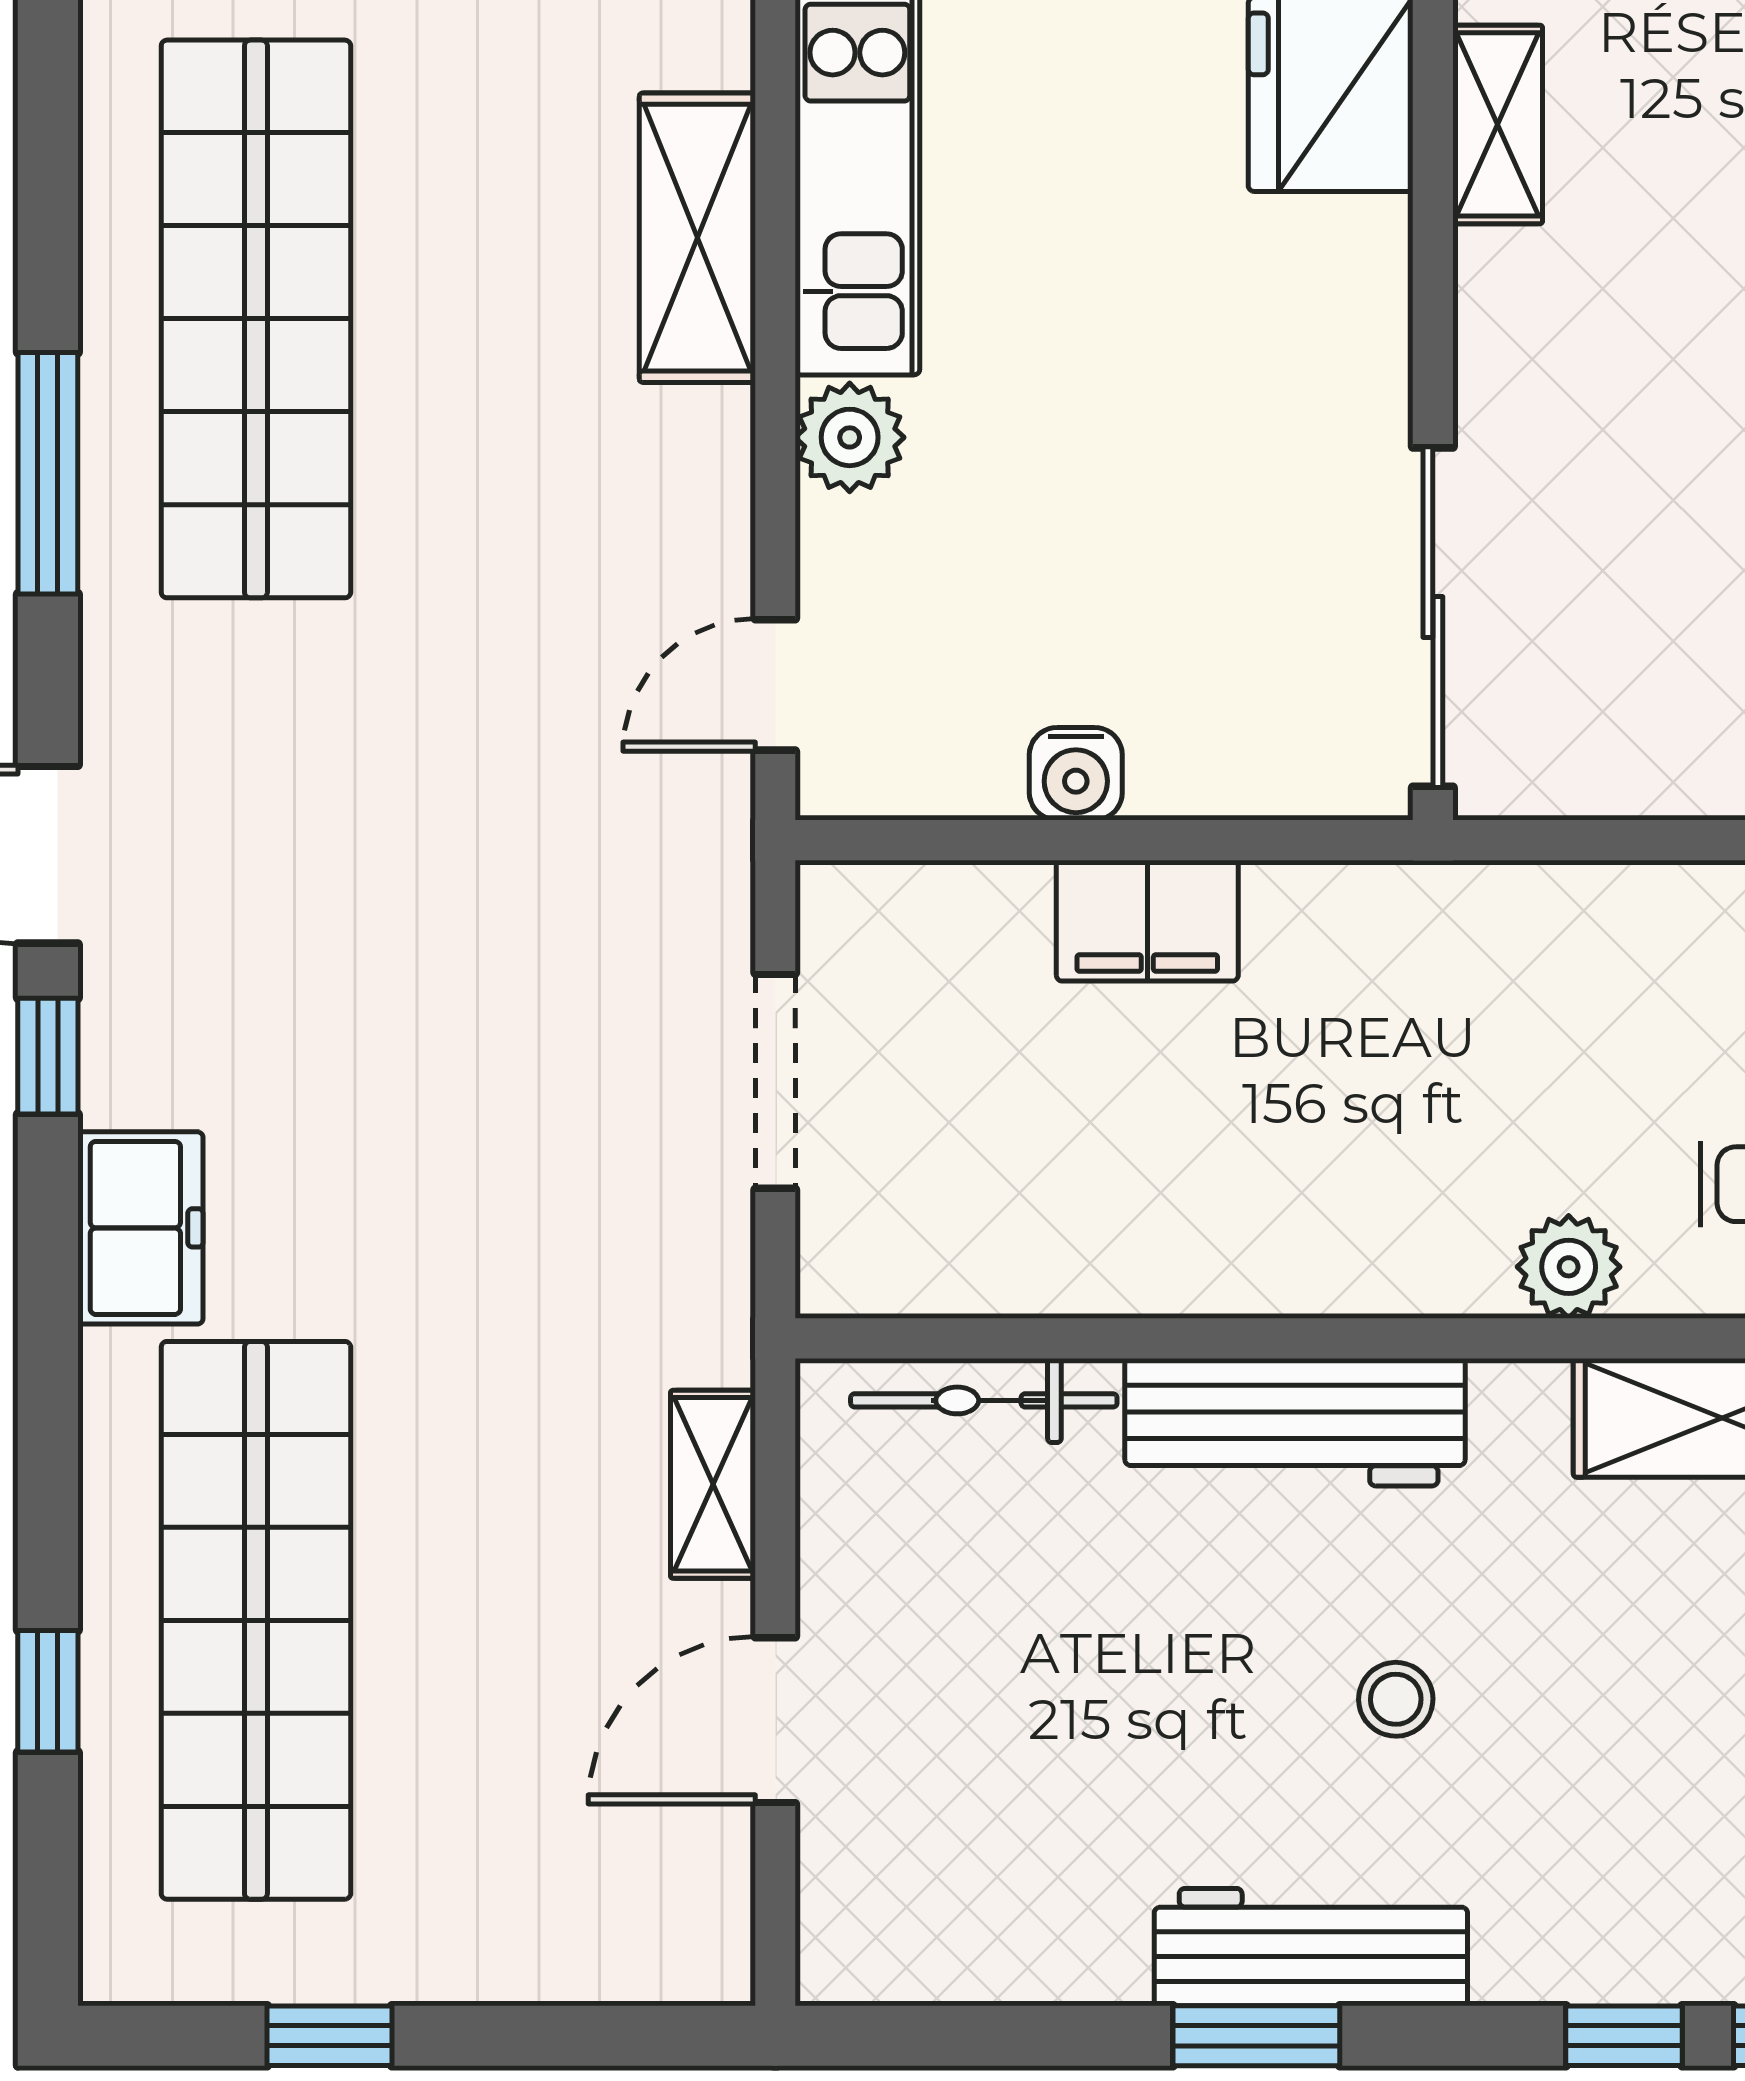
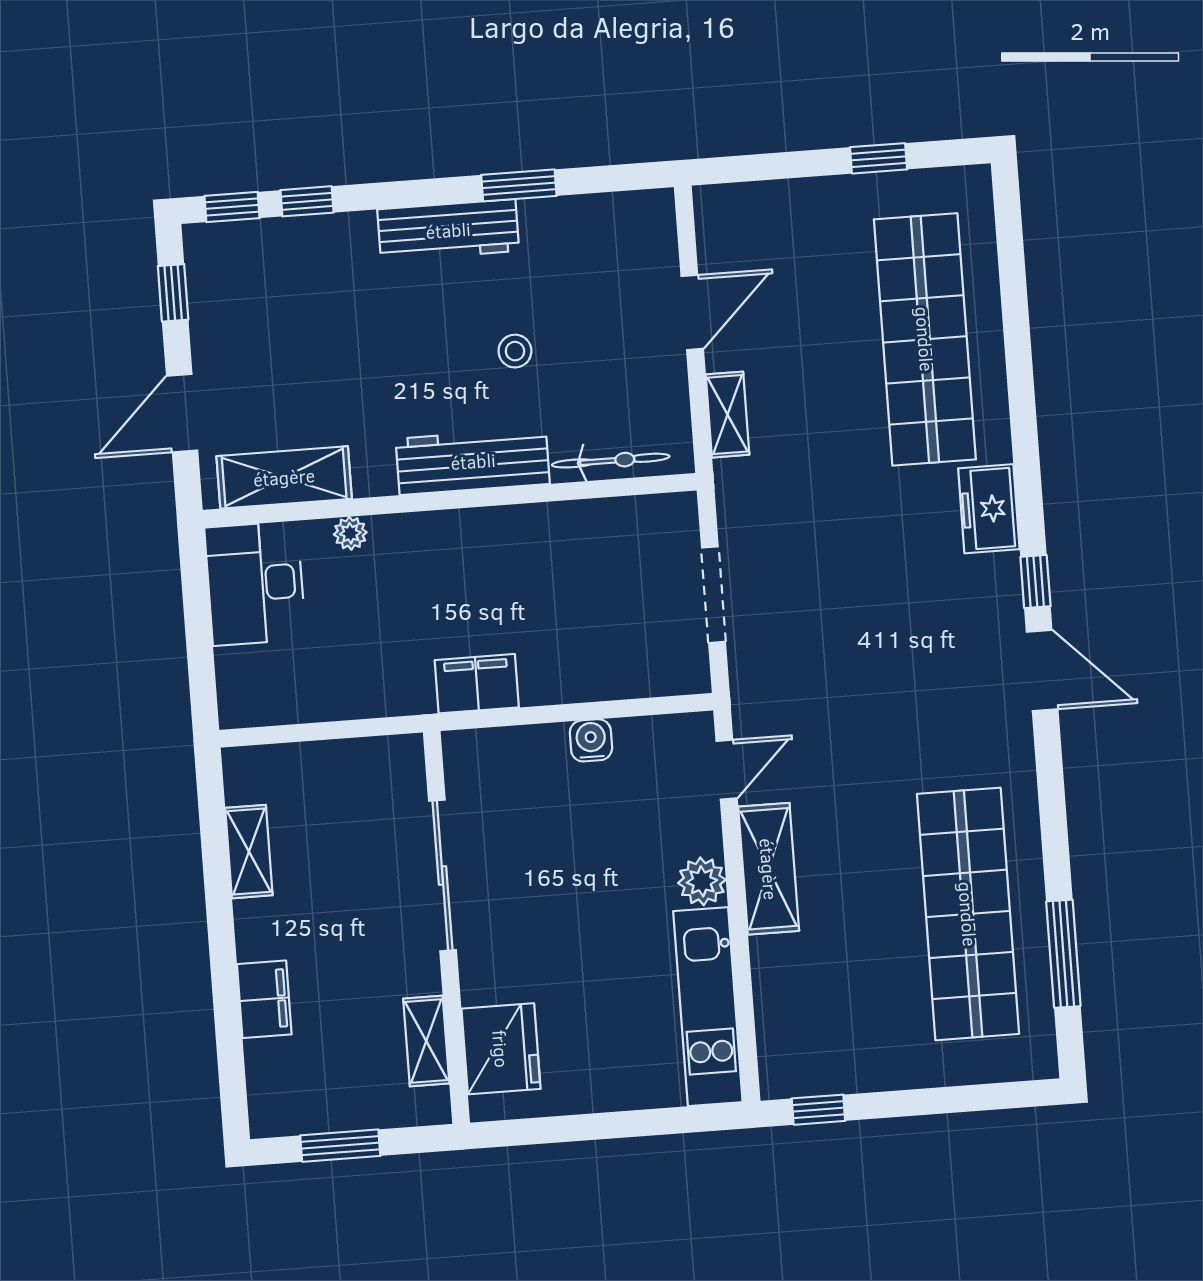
shelving: (697, 238) -> (769, 869), moved
window: (48, 473) -> (1063, 954), moved
sliding door: (1433, 617) -> (443, 875), moved
filing cabinet: (1147, 921) -> (477, 684), moved
plant: (1569, 1267) -> (350, 533), width x0.73, depth x0.73
window: (48, 1691) -> (1014, 301), removed
stool: (1396, 1699) -> (515, 351), moved
window: (1256, 2036) -> (519, 185), moved

